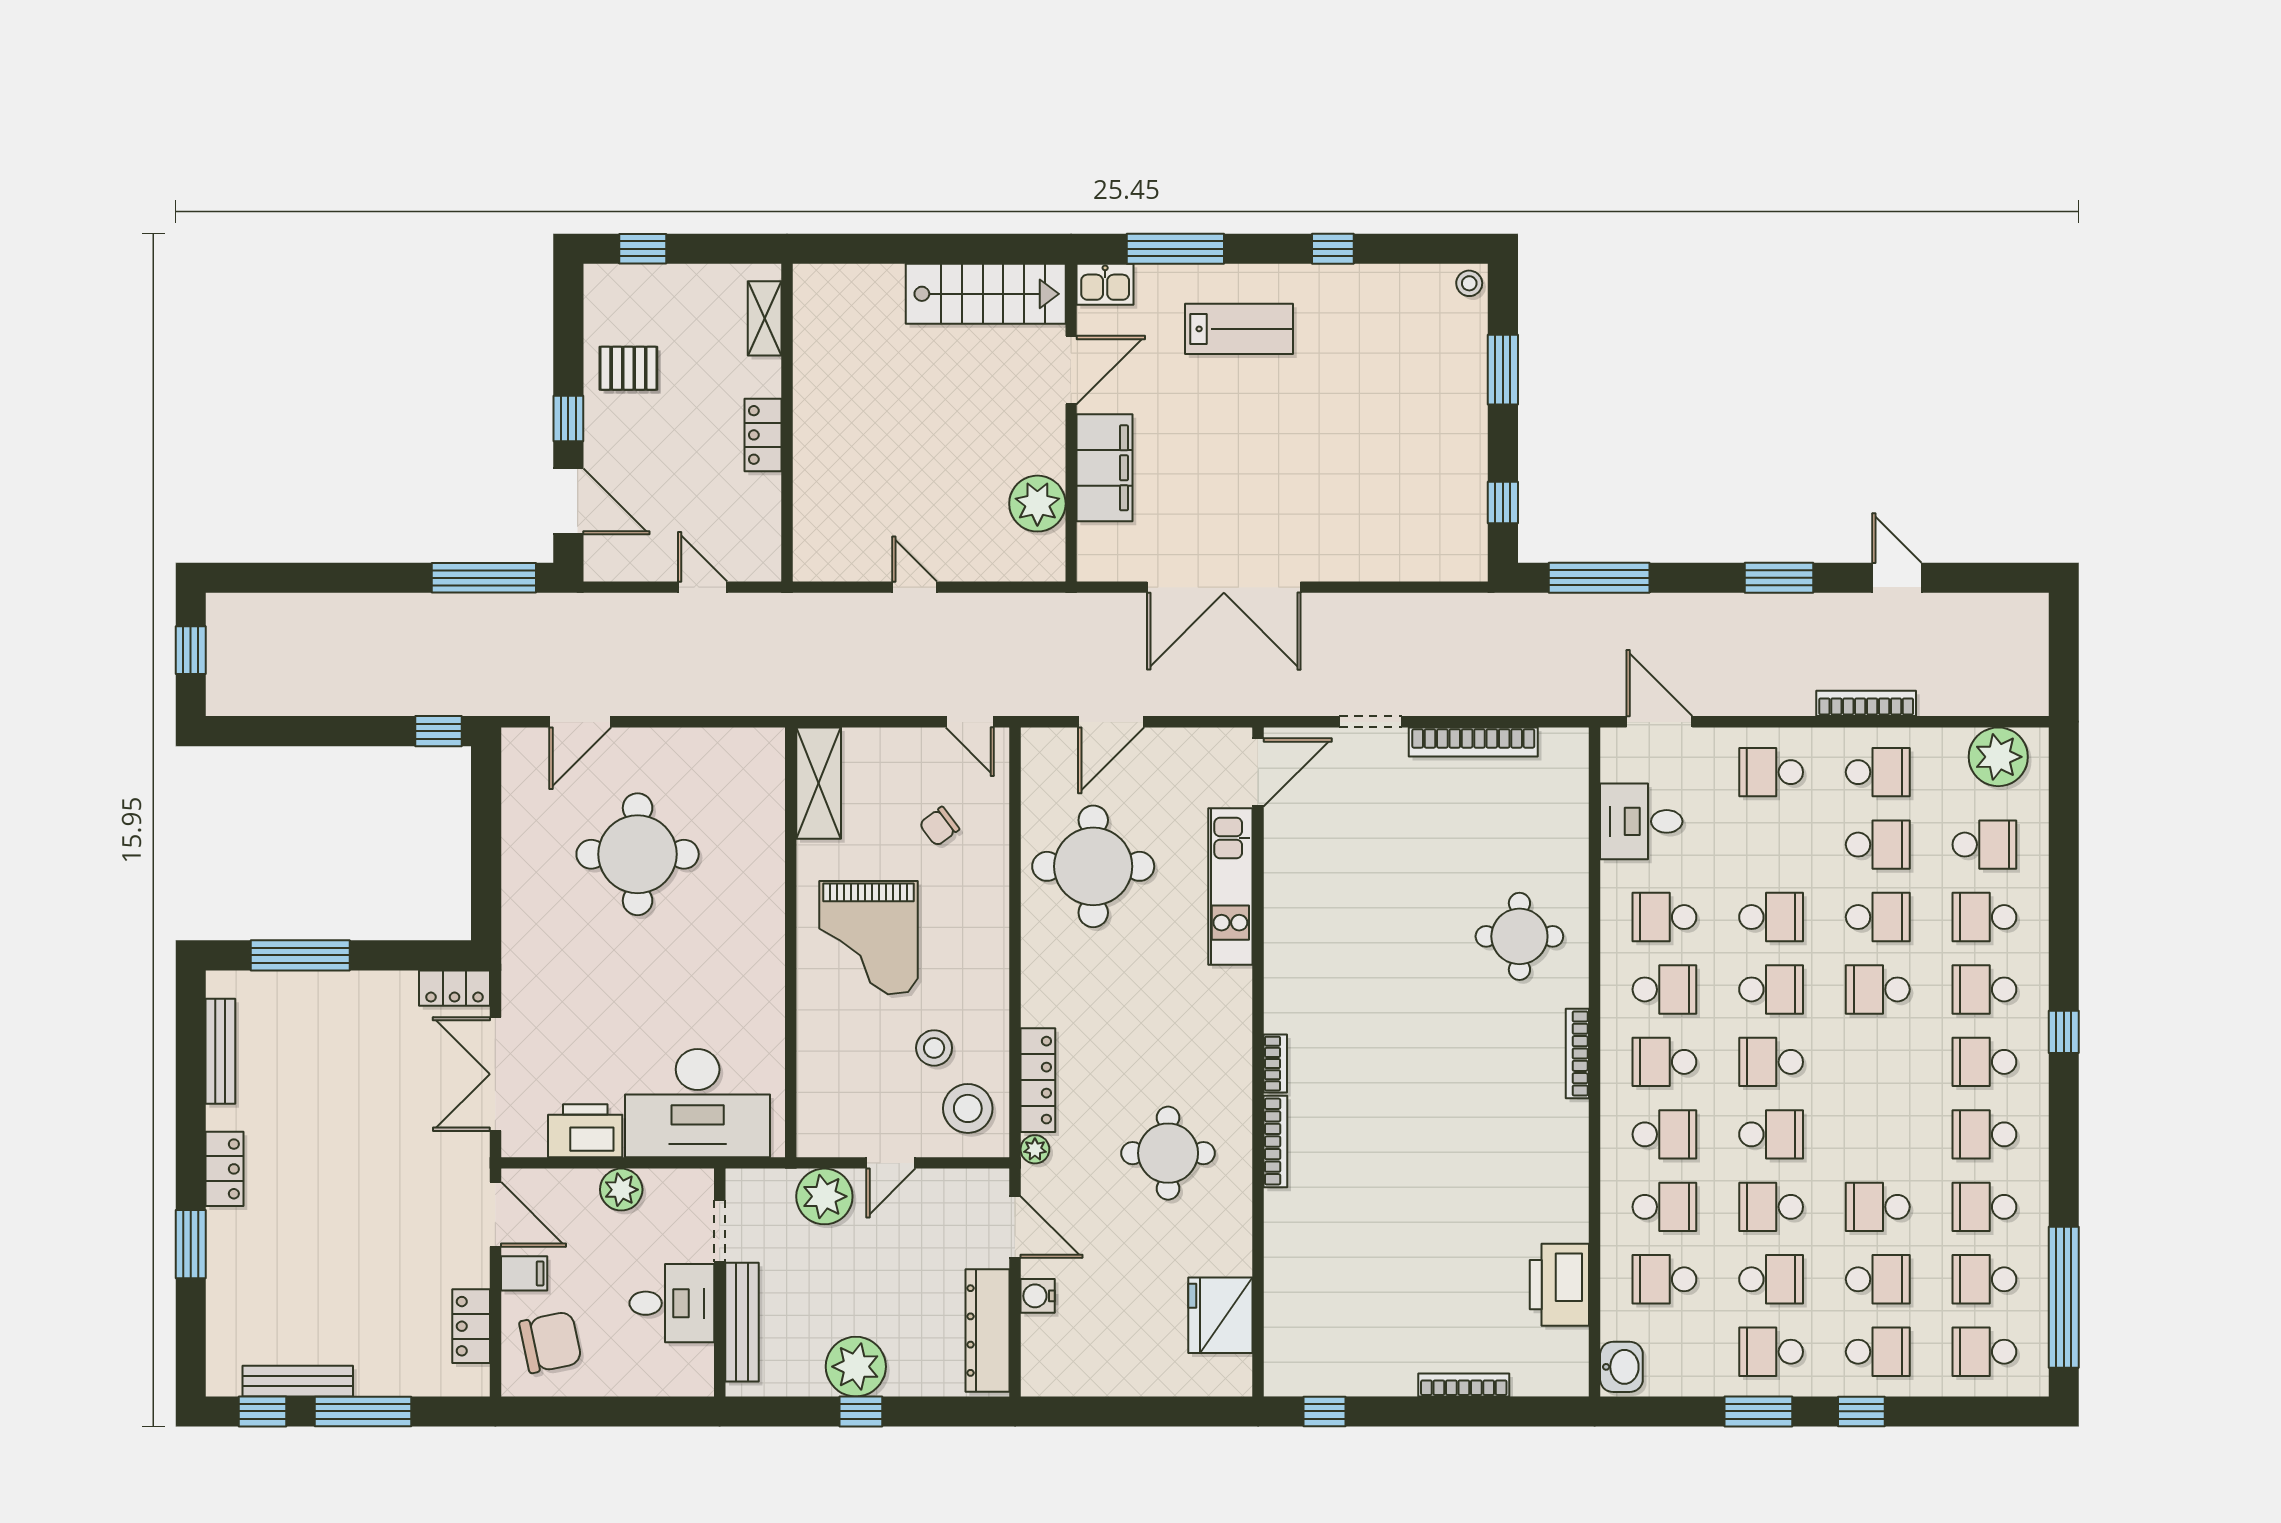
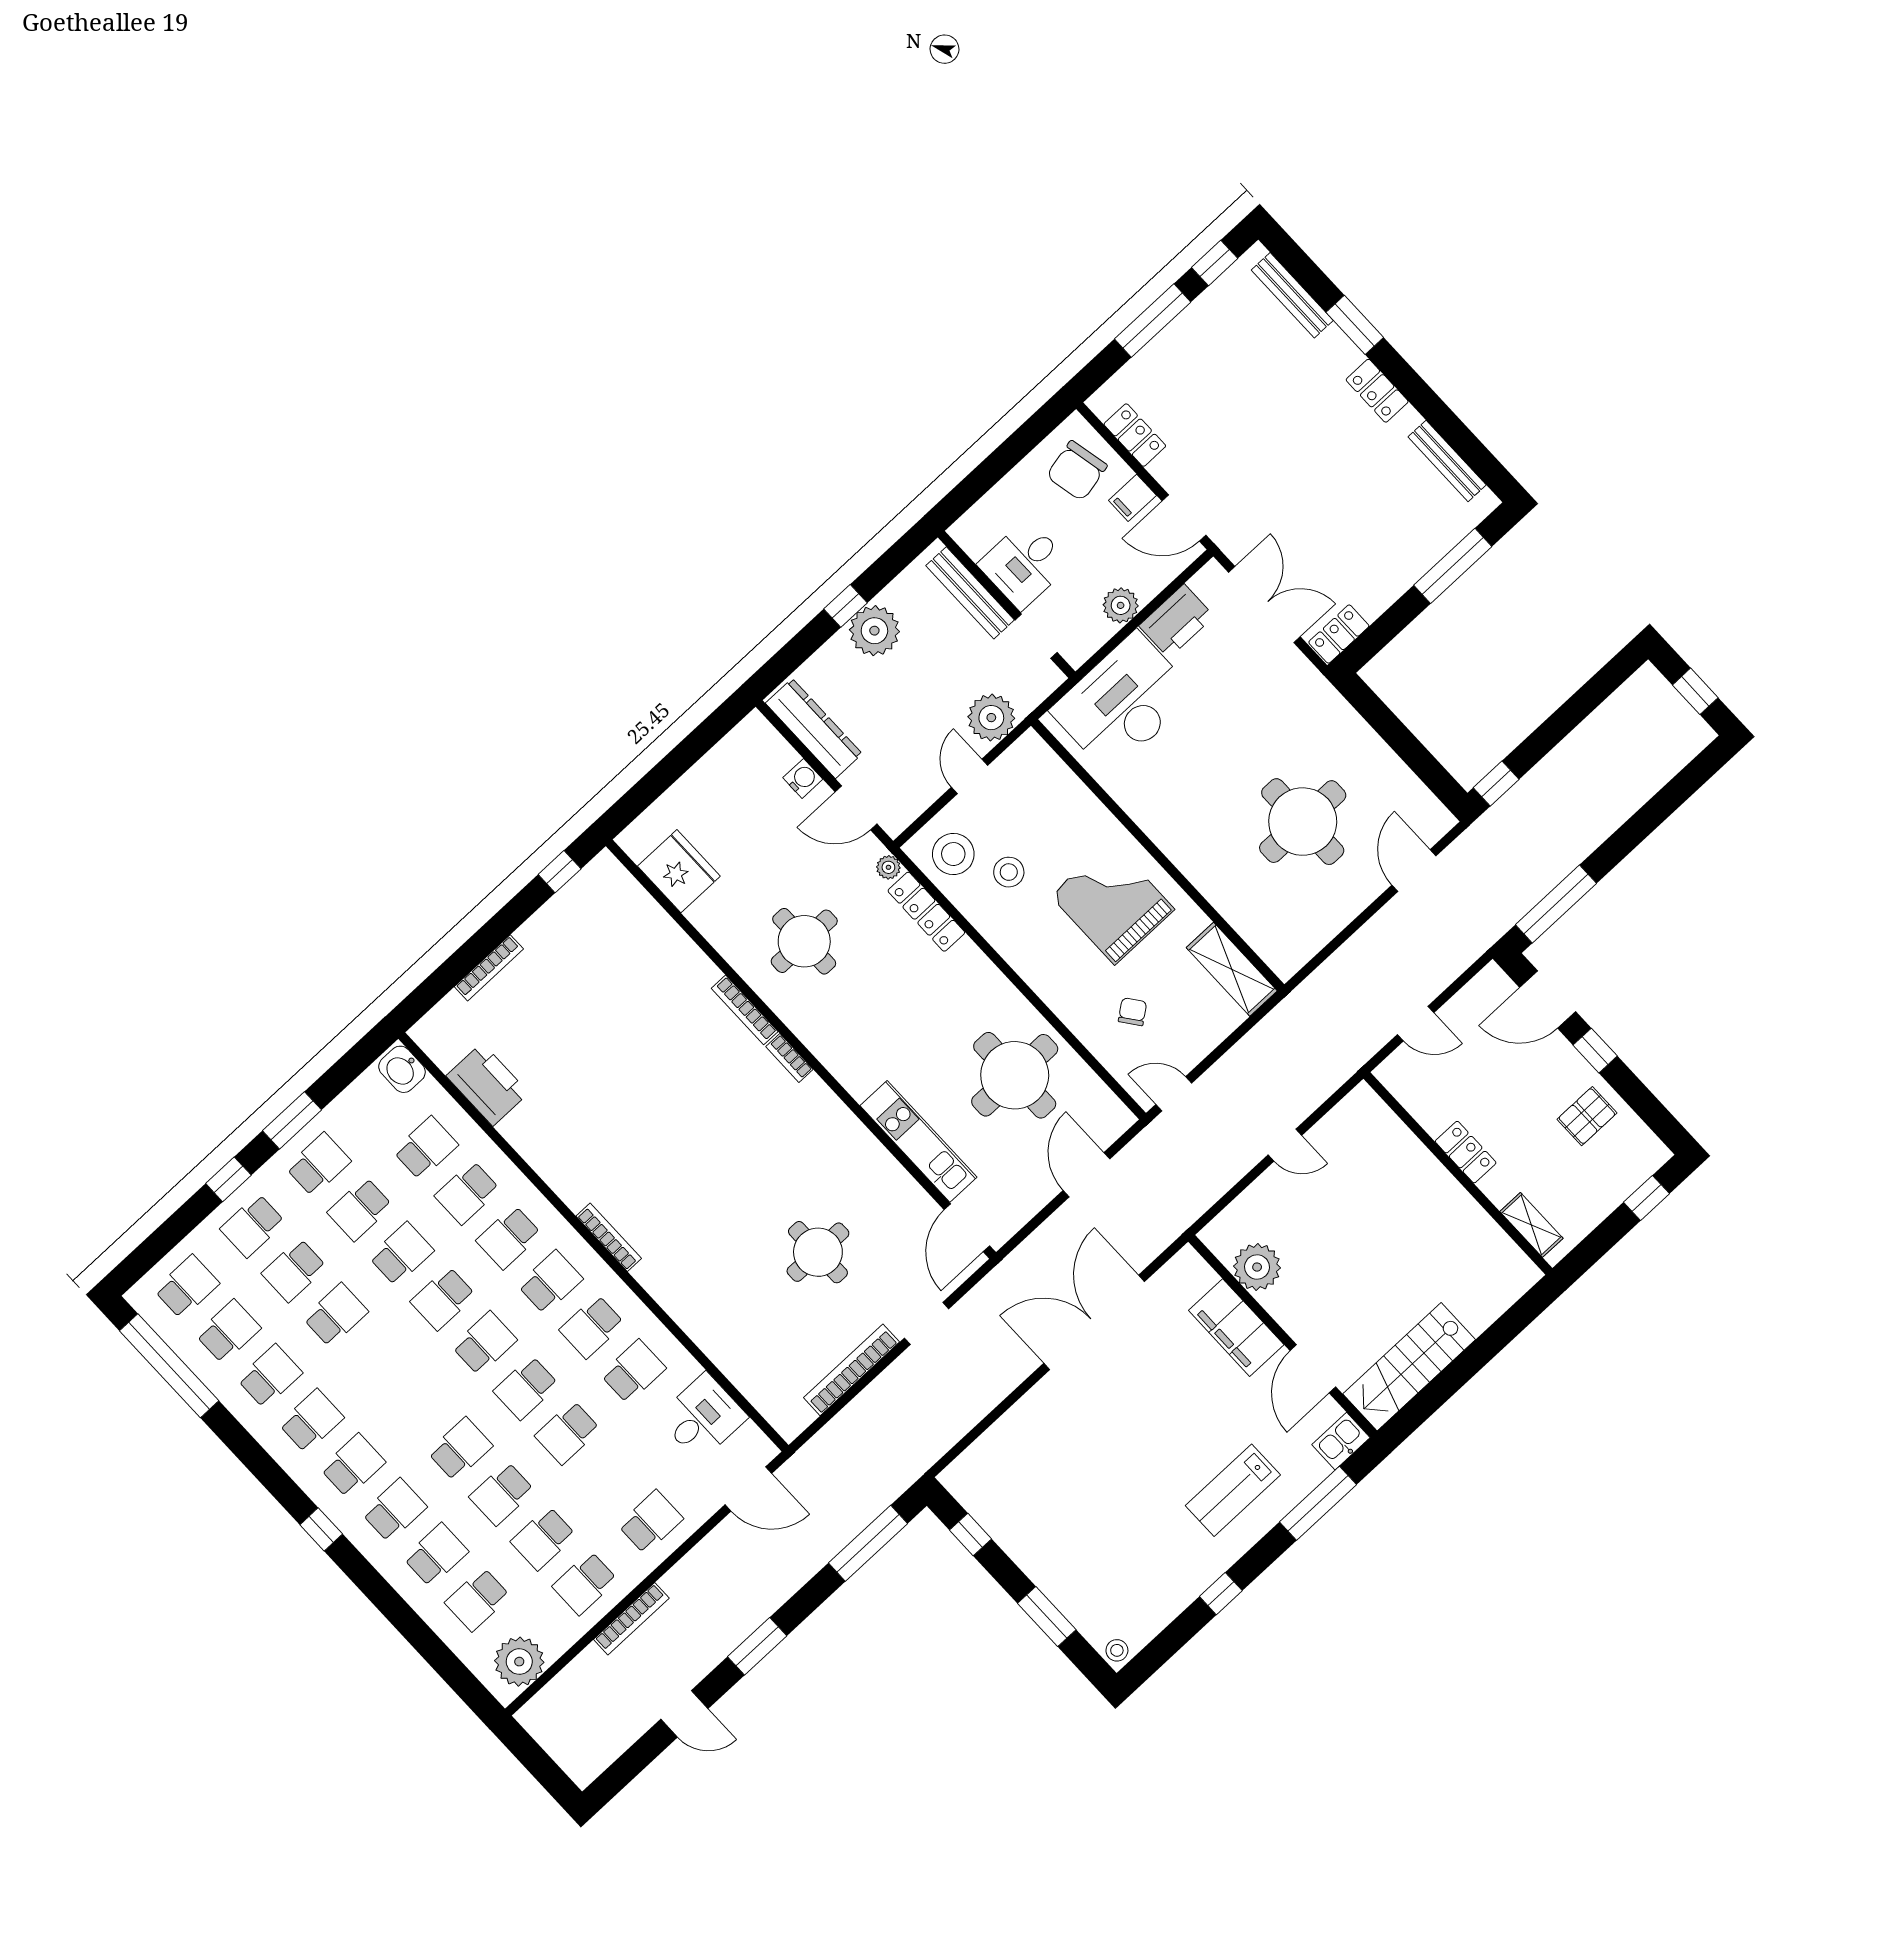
round table: (1519, 936) -> (818, 1252), moved
bench: (298, 1381) -> (1292, 295), moved, turned 90

